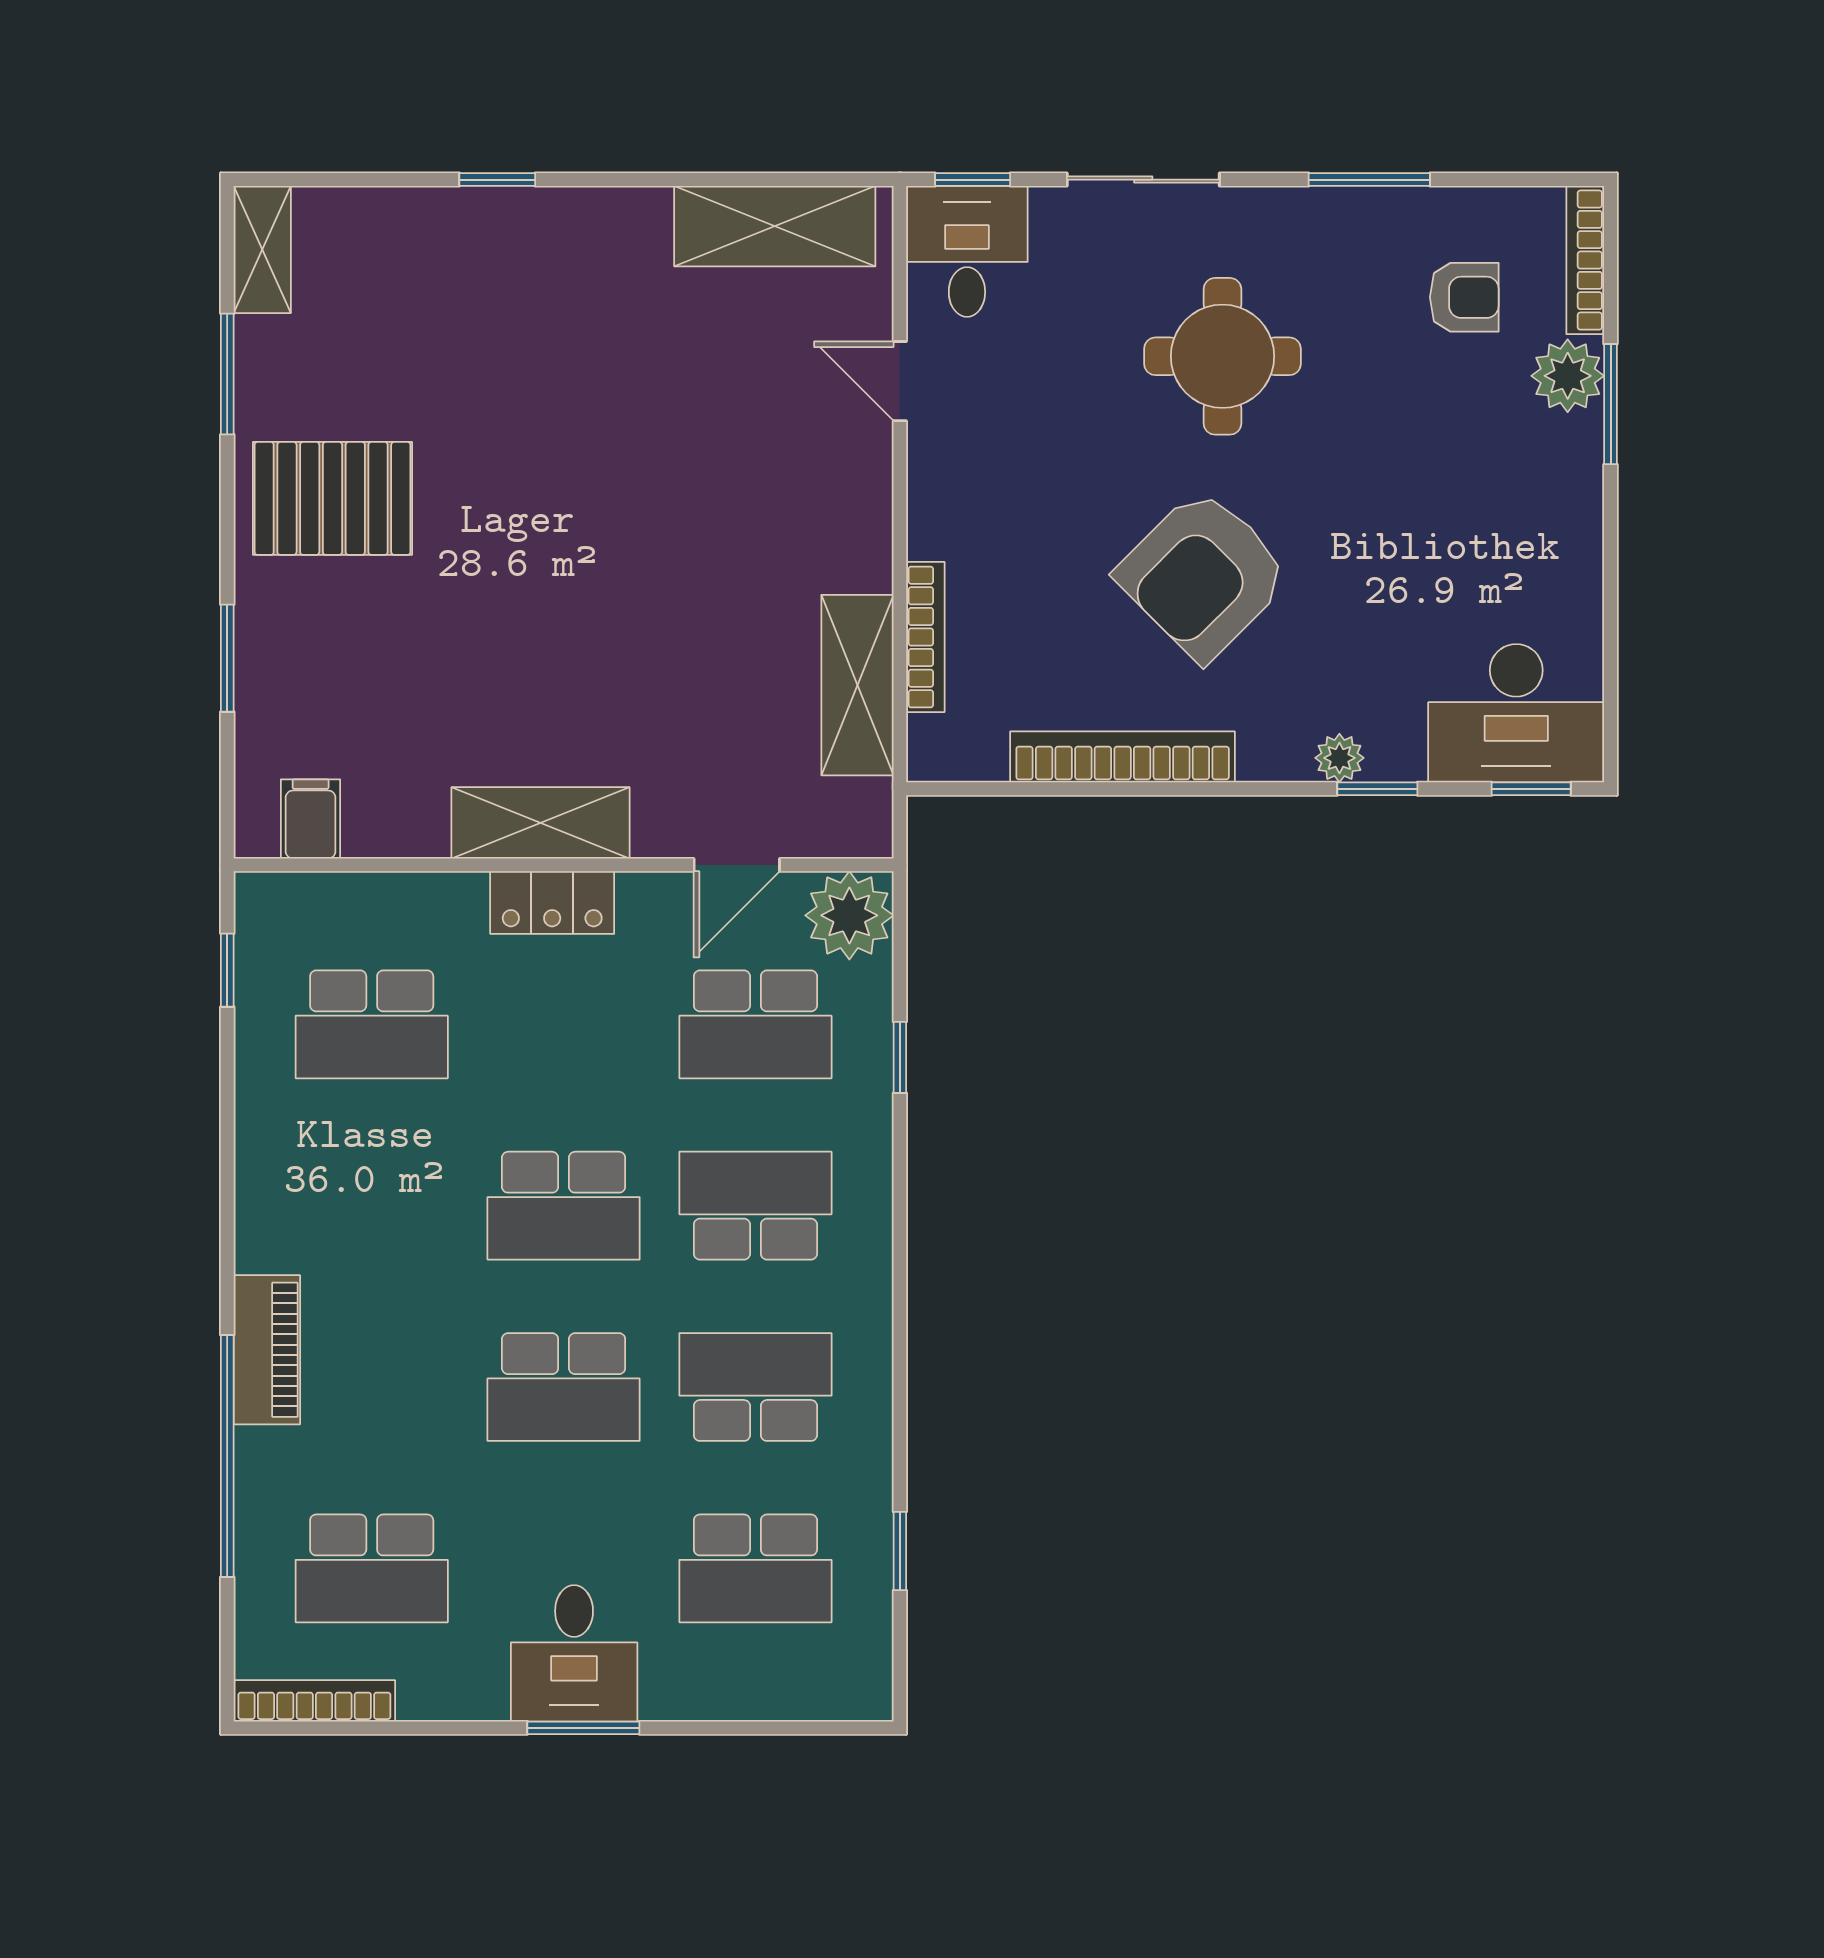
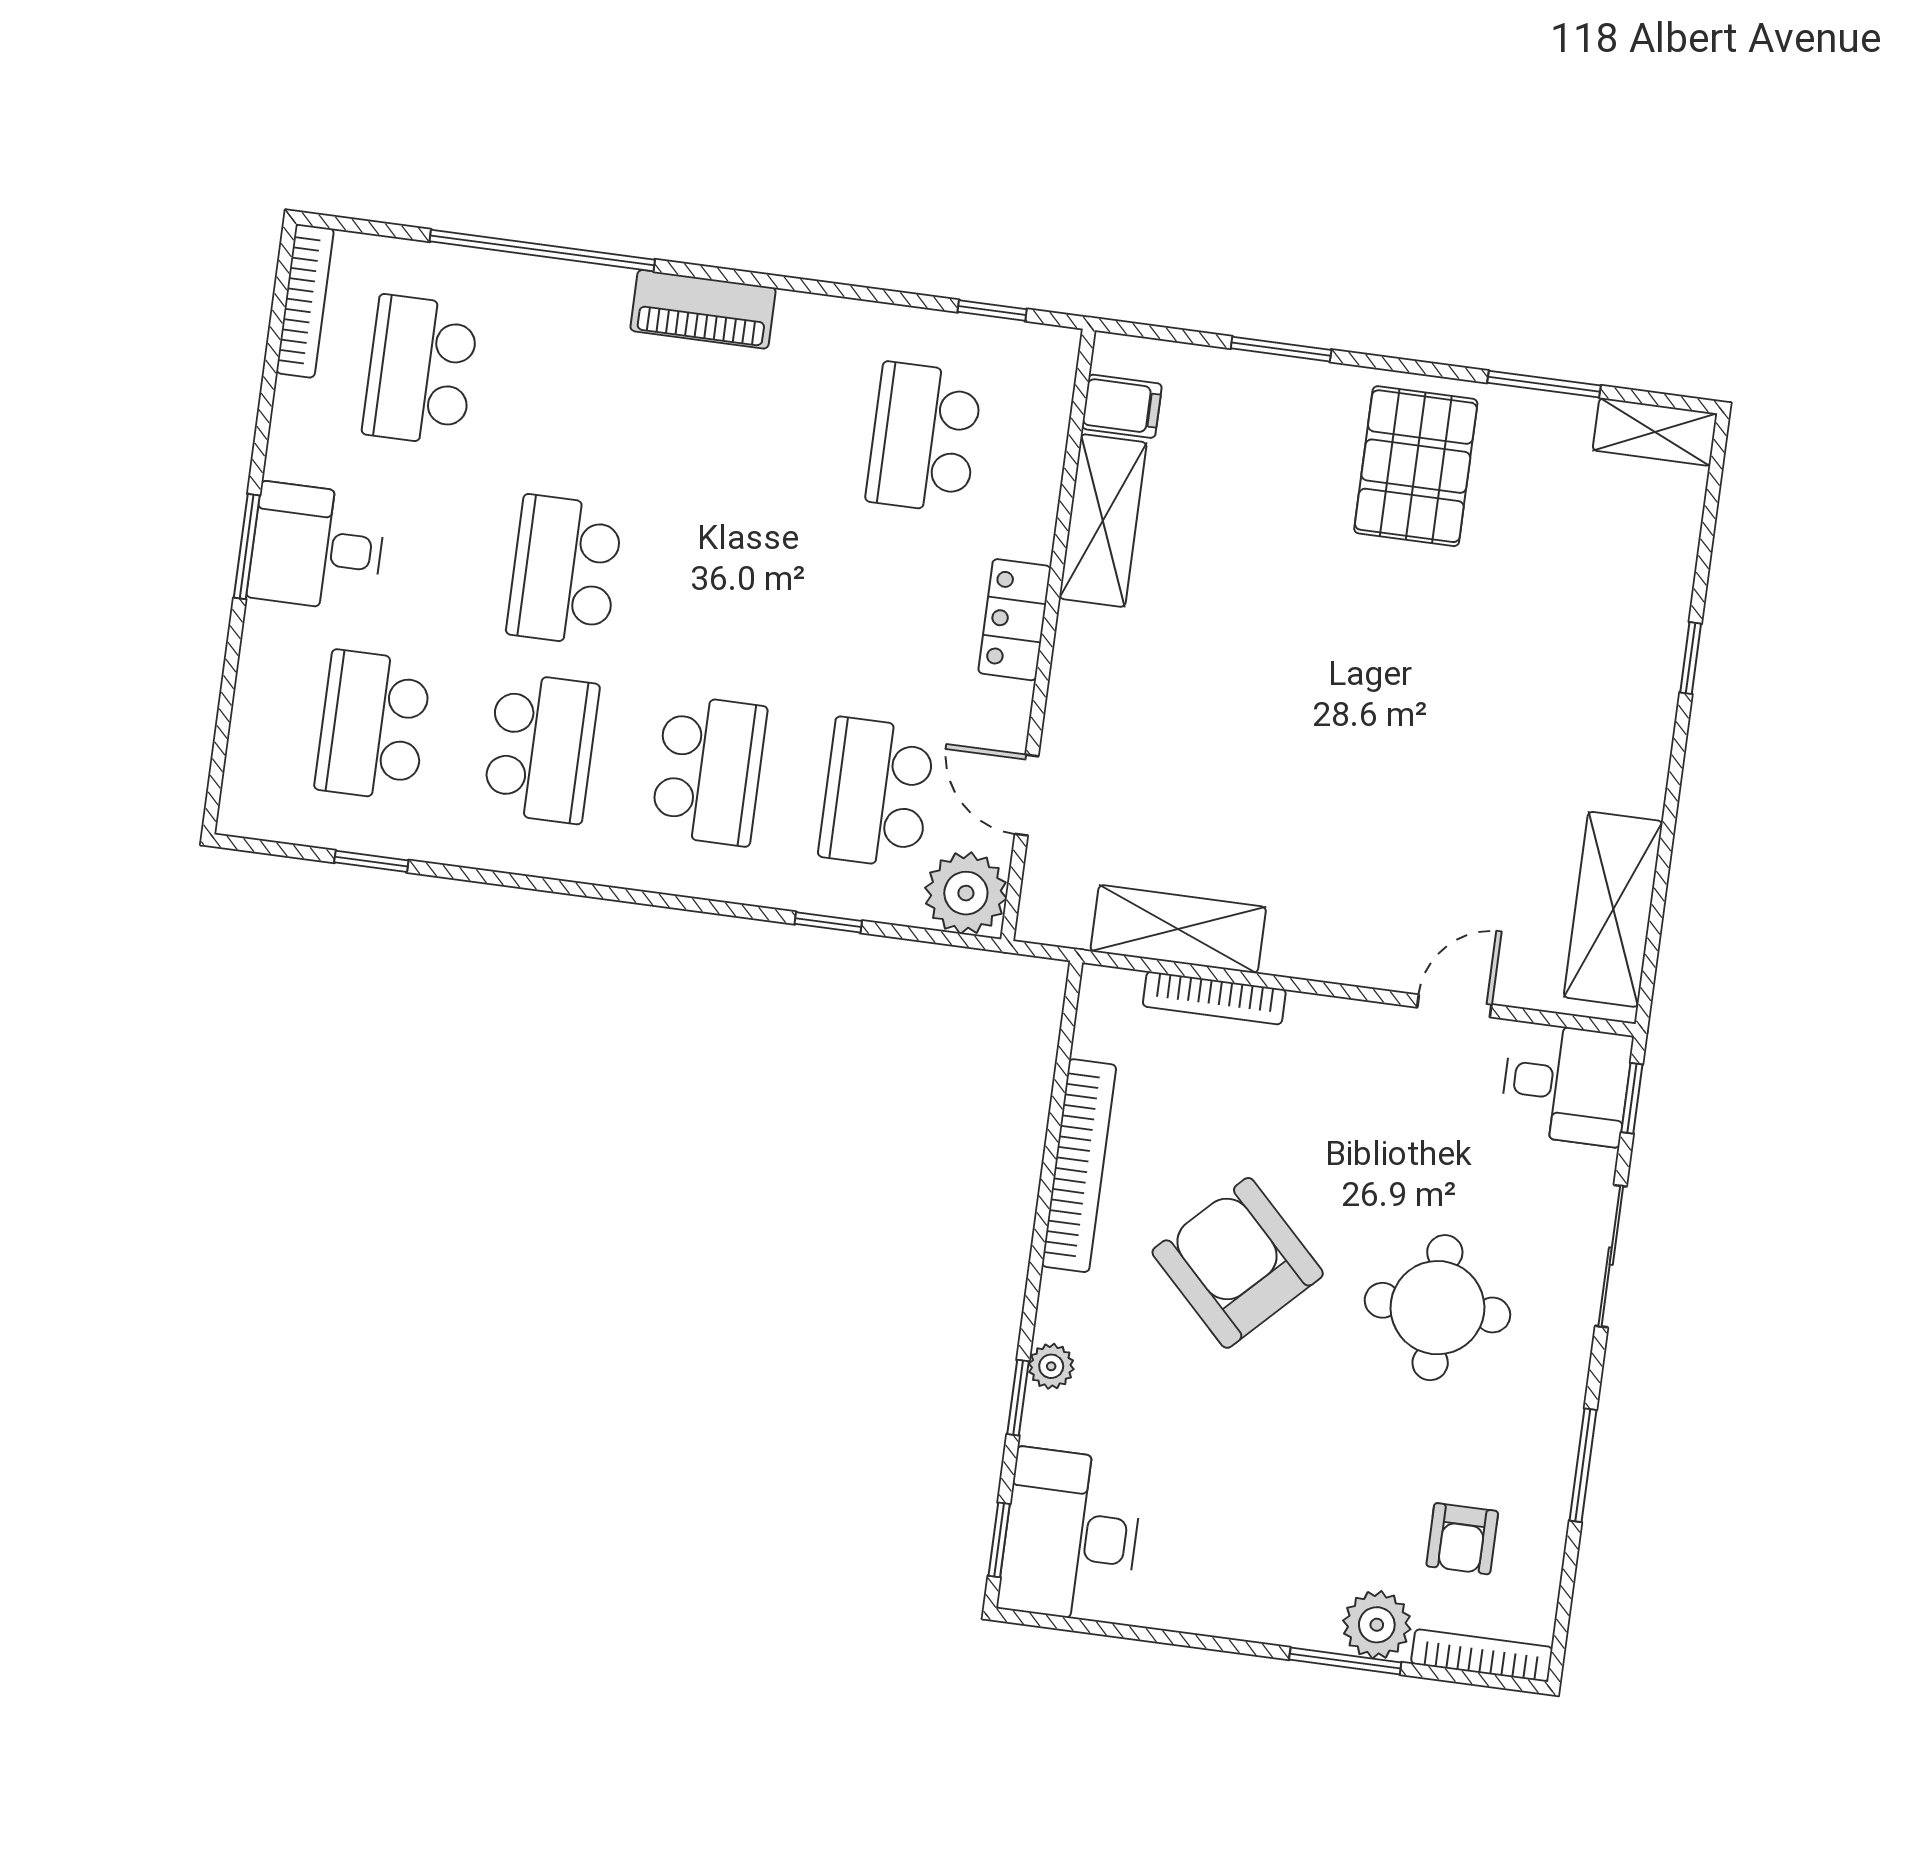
shelving: (541, 823) -> (1103, 521), moved
school desk: (564, 1206) -> (733, 593), removed
piano: (267, 1350) -> (703, 309), moved

